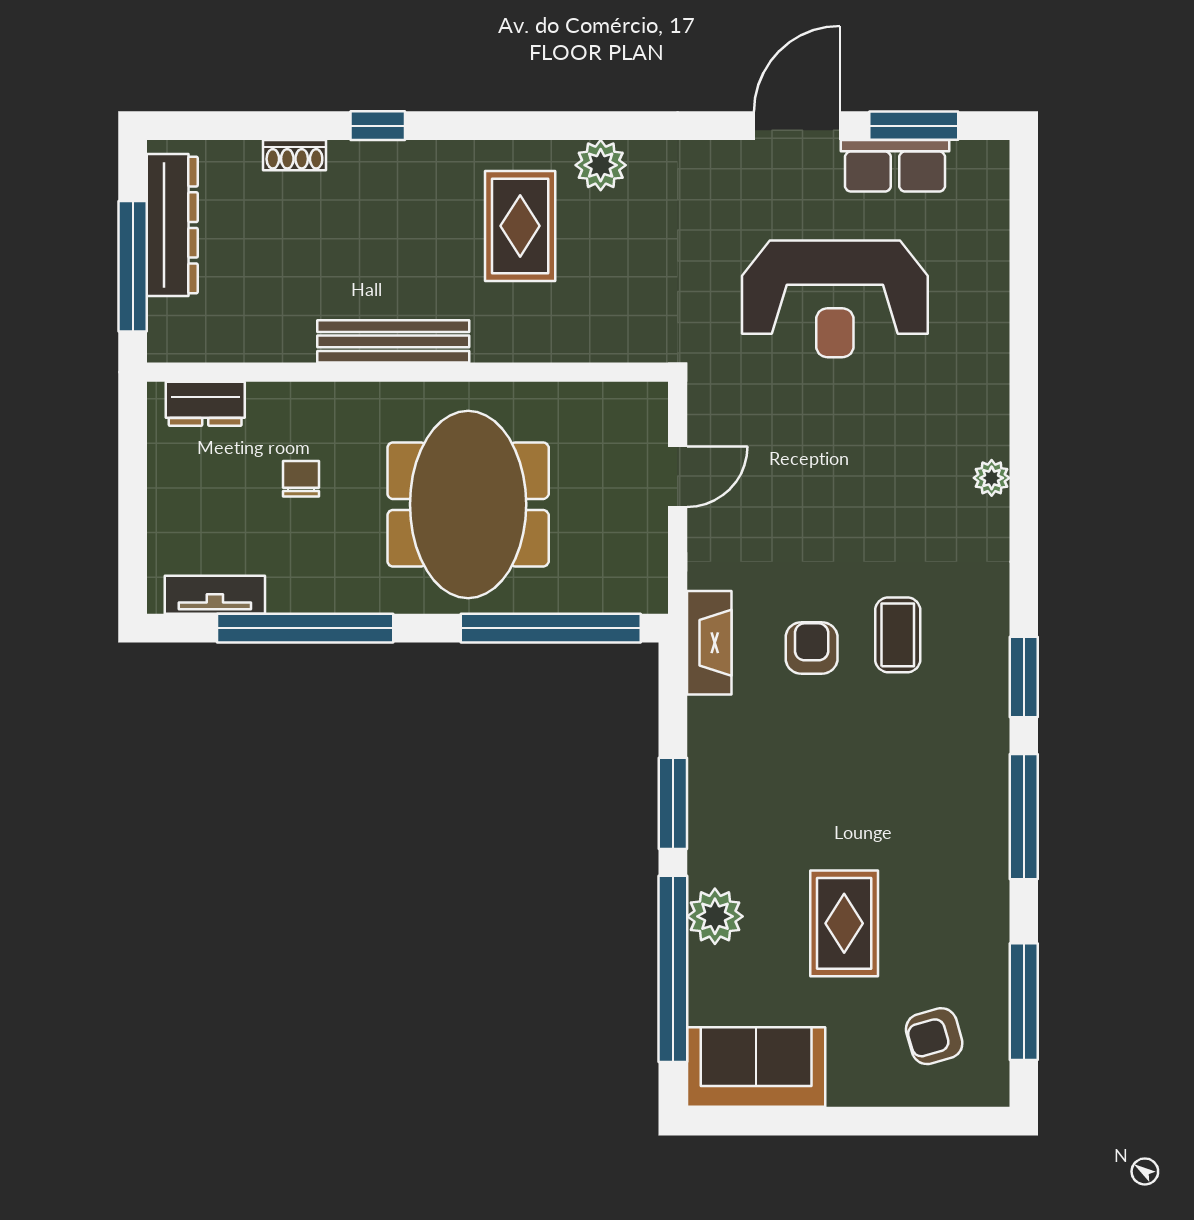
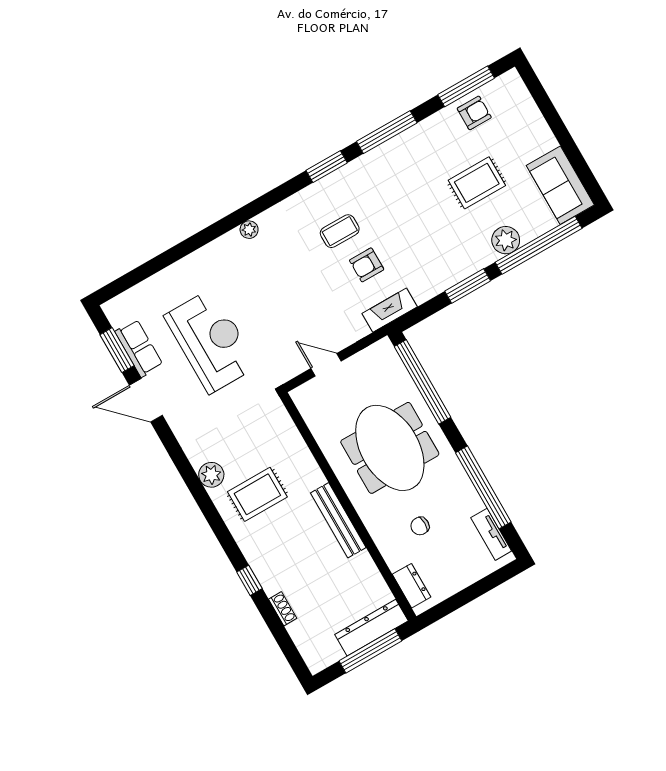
dresser: (172, 225) -> (371, 628), moved
meeting table: (468, 504) -> (390, 448), turned 90
armchair: (934, 1036) -> (474, 113), moved, turned -74

